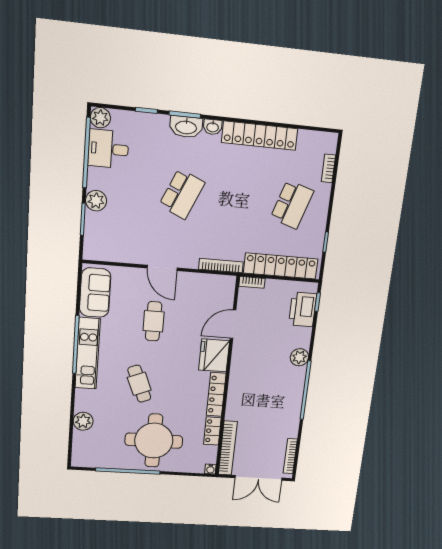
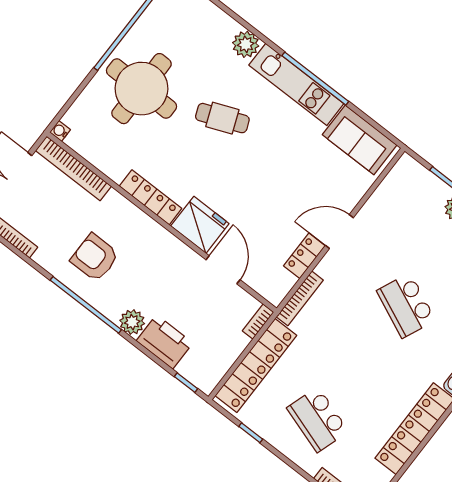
printer: (303, 309) -> (165, 342), moved
cafe table: (154, 321) -> (285, 183), removed
armchair: (274, 403) -> (95, 258), added
plant: (83, 421) -> (246, 44), moved
locker: (212, 431) -> (304, 256), moved, turned -90

